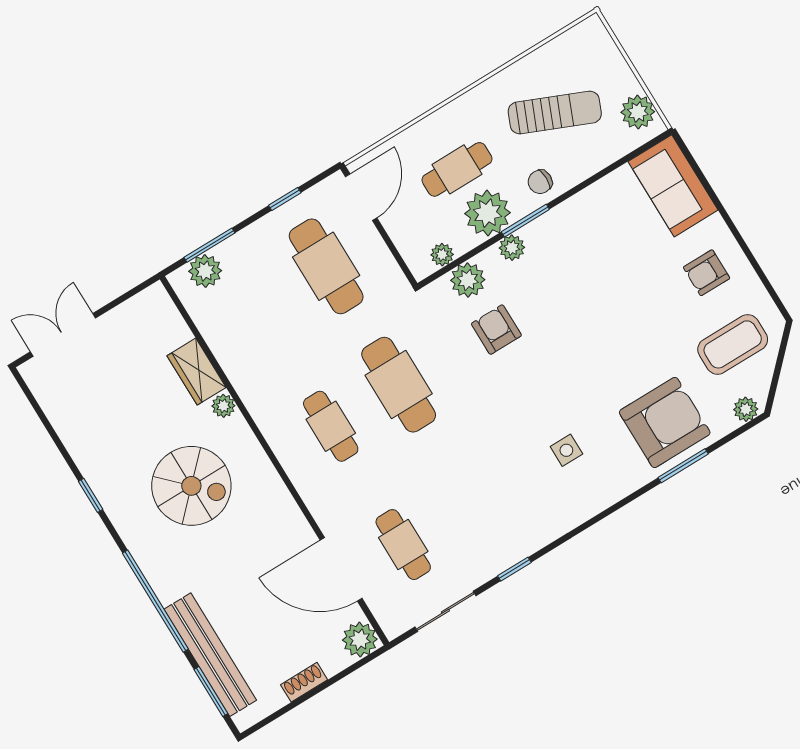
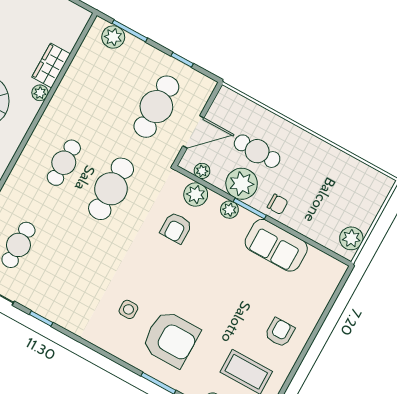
sun lounger: (555, 113) -> (323, 190), removed
chair: (540, 182) -> (278, 204), turned 180
sofa: (673, 186) -> (276, 245), moved, turned -90
door: (361, 197) -> (193, 132), moved
armchair: (707, 273) -> (280, 333), turned 90
armchair: (496, 330) -> (176, 228), turned 180
armchair: (665, 422) -> (171, 339), moved

